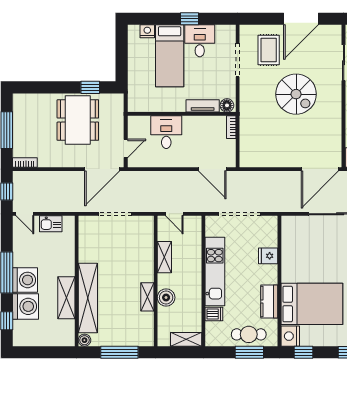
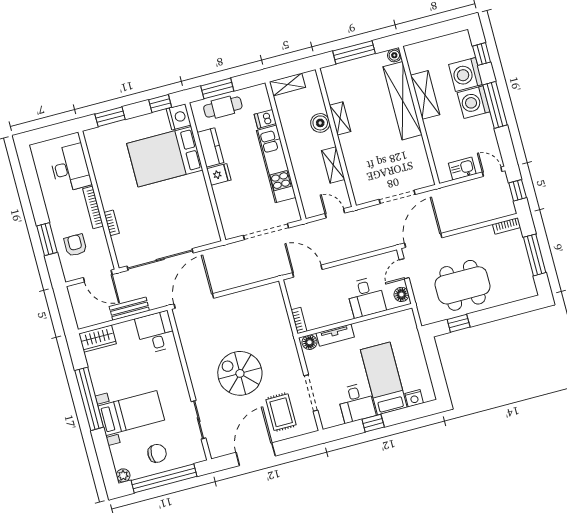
dining table: (78, 120) -> (463, 285), turned 90
floor lamp: (134, 126) -> (401, 294), added
fridge: (268, 256) -> (219, 174), moved

